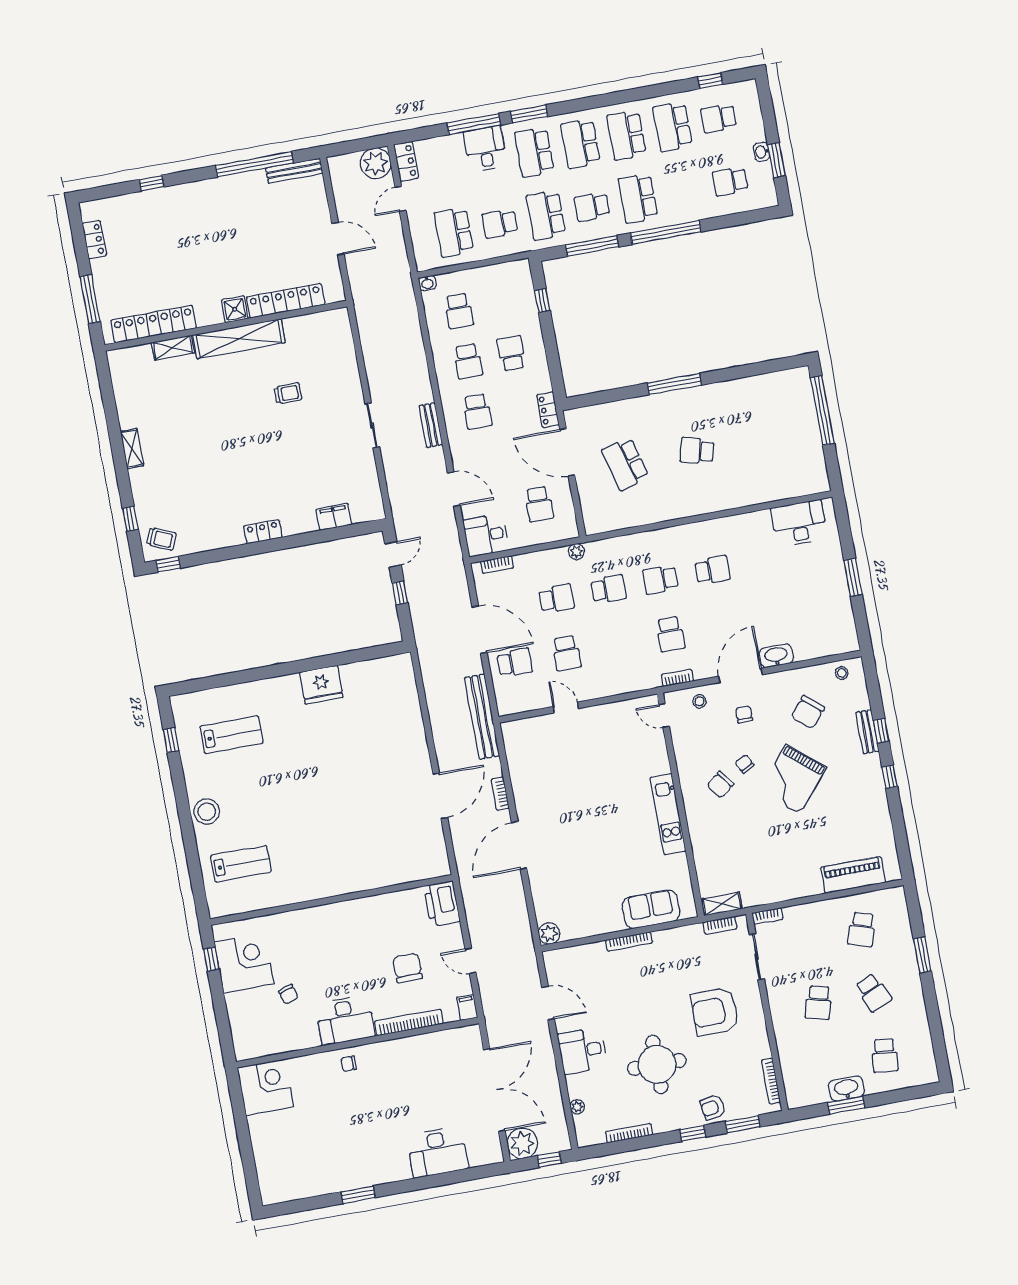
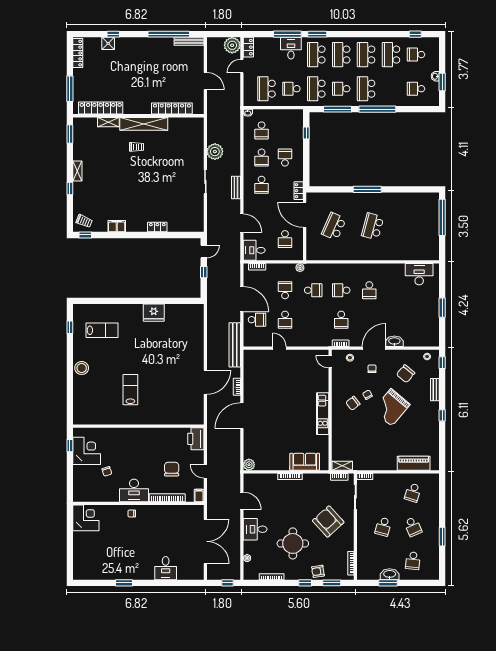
locker: (94, 240) -> (78, 53), width x1.53
shower: (235, 309) -> (108, 43), moved
window: (105, 383) -> (70, 134), added
trolley: (288, 393) -> (137, 147), moved
school desk: (697, 451) -> (373, 226), width x1.85
school desk: (625, 464) -> (334, 226), turned 39
filing cabinet: (334, 517) -> (117, 226), moved
window: (130, 519) -> (70, 188), moved
locker: (263, 532) -> (157, 227), moved
school desk: (712, 570) -> (369, 290), turned 90
school desk: (557, 599) -> (285, 290), turned -90
window: (881, 731) -> (442, 363), moved
lab bench: (241, 864) -> (130, 390), moved, turned -90
window: (922, 955) -> (442, 537), moved
armchair: (715, 1012) -> (328, 521), turned 48
plant: (522, 1143) -> (215, 152), moved
desk: (437, 1152) -> (166, 568), width x0.73

